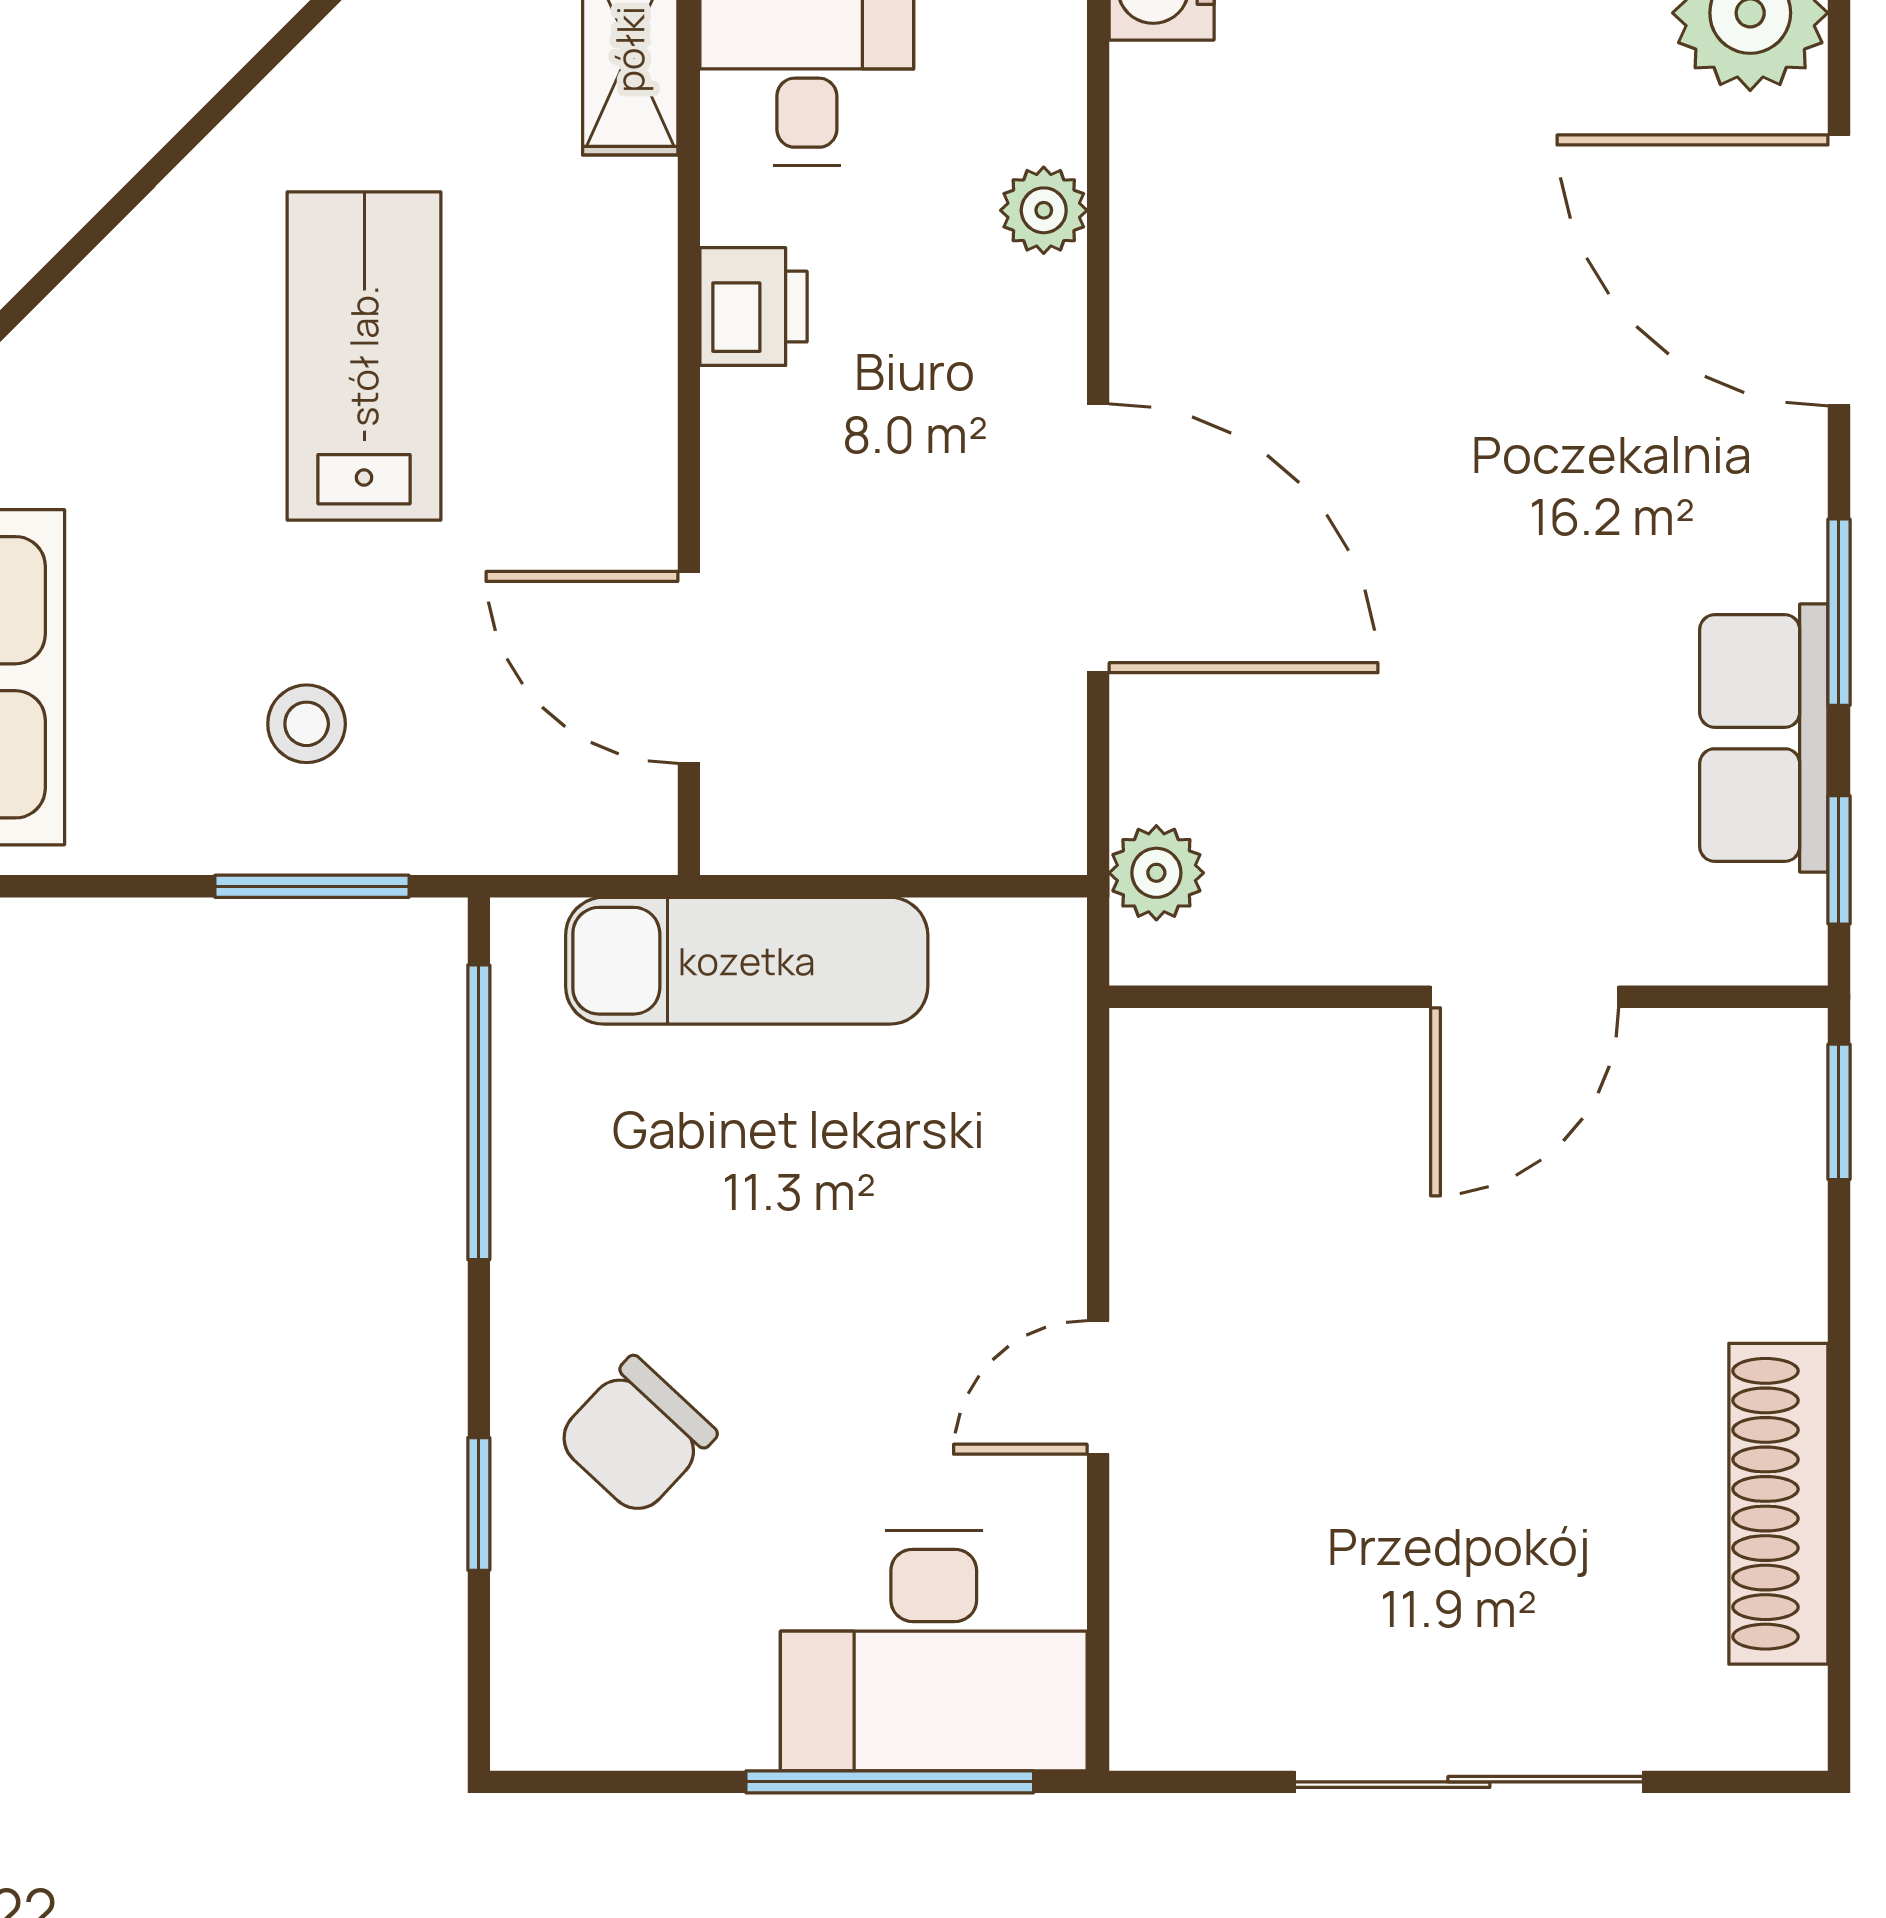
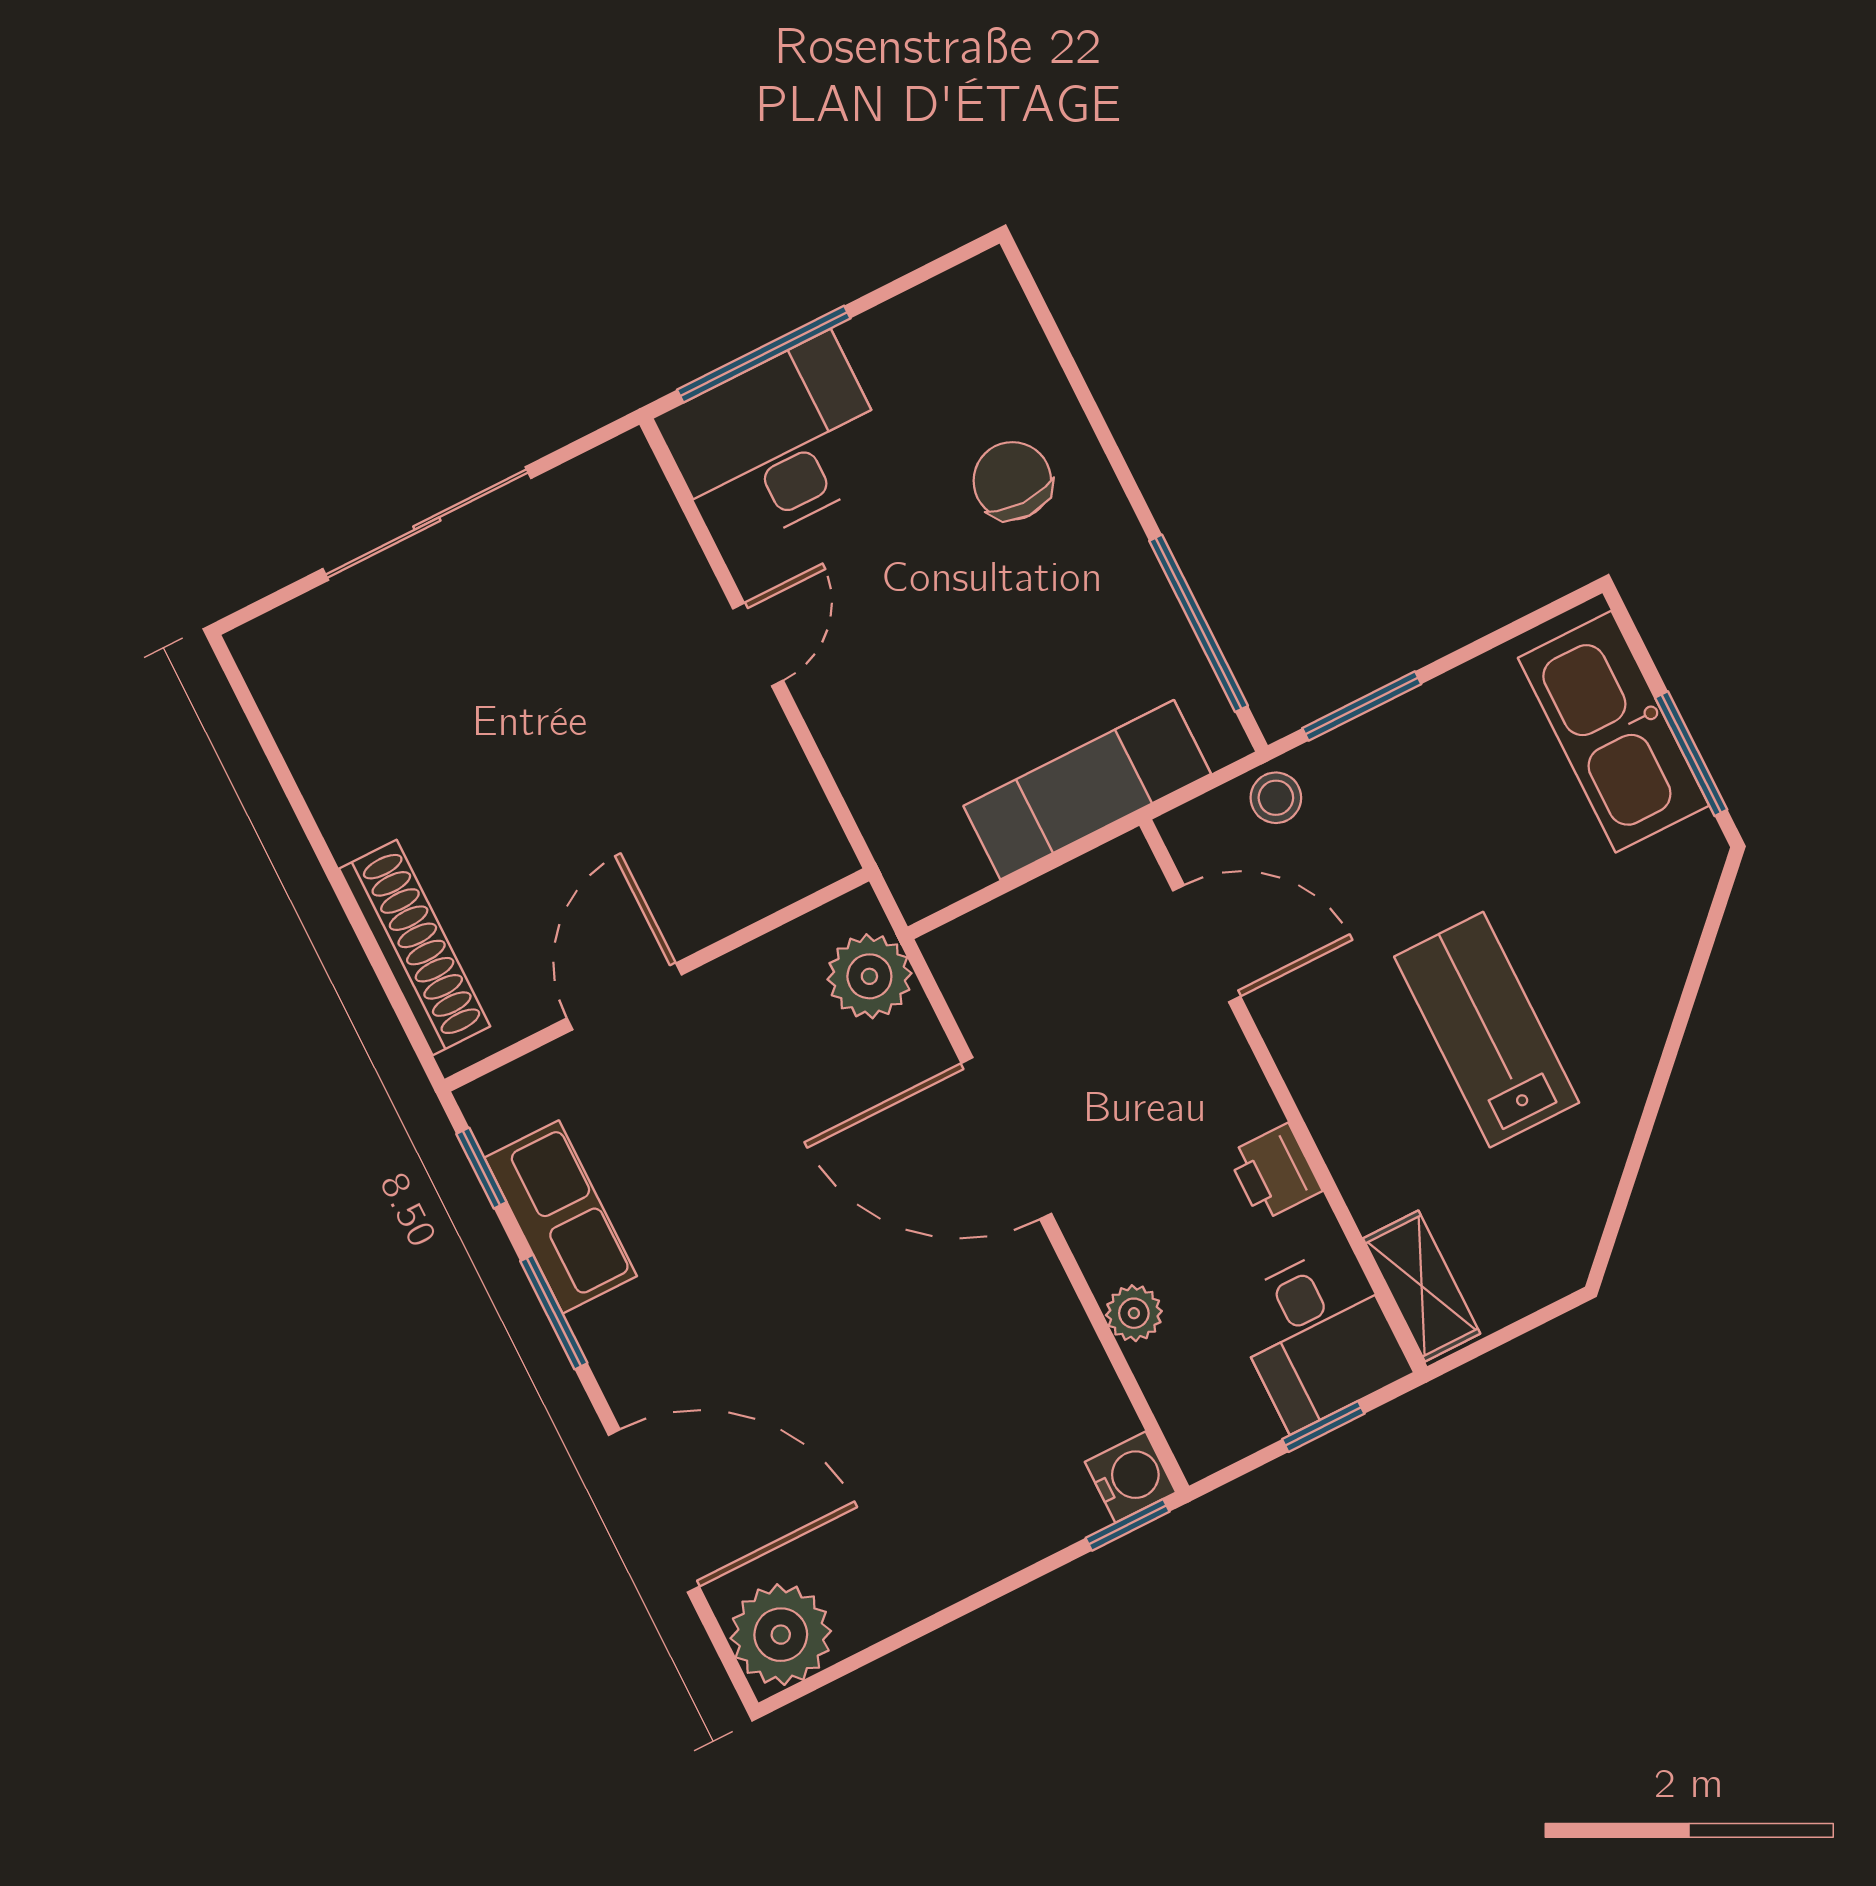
lab bench: (364, 356) -> (1487, 1030), turned 180
stool: (307, 724) -> (1276, 798), moved
plant: (1156, 873) -> (869, 976), width x1.38, depth x1.38
window: (1839, 1112) -> (408, 1021), removed
chair: (636, 1436) -> (1012, 481), turned -43
window: (479, 1504) -> (1084, 396), removed
shoe rack: (1778, 1504) -> (415, 947), moved

